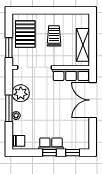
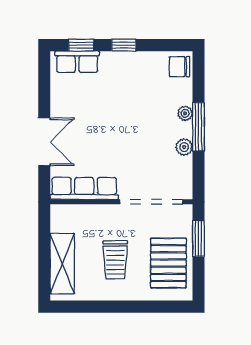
shelving: (83, 45) -> (62, 264), moved
plant: (21, 93) -> (184, 147), width x0.53, depth x0.53
double door: (93, 100) -> (44, 142), width x0.73
row of seats: (51, 144) -> (77, 62), moved

